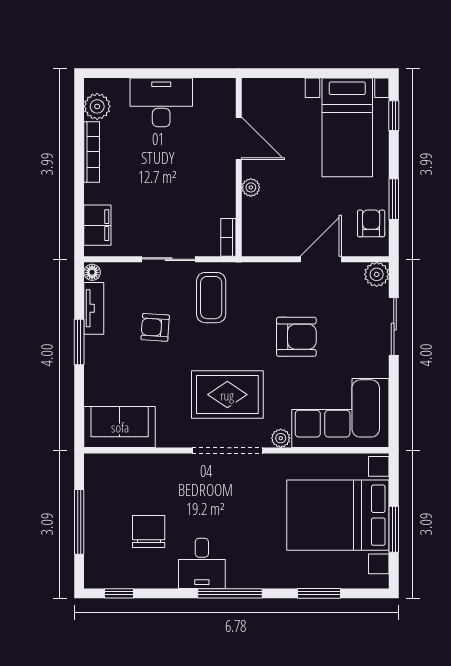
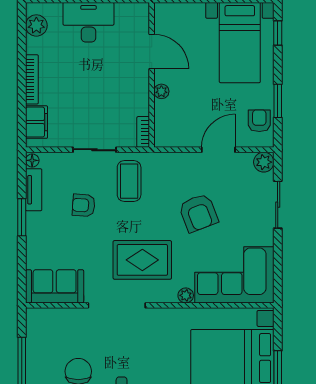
bookcase: (92, 152) -> (32, 79), moved
armchair: (296, 337) -> (198, 213), turned 69
doorway: (227, 450) -> (117, 305), moved

